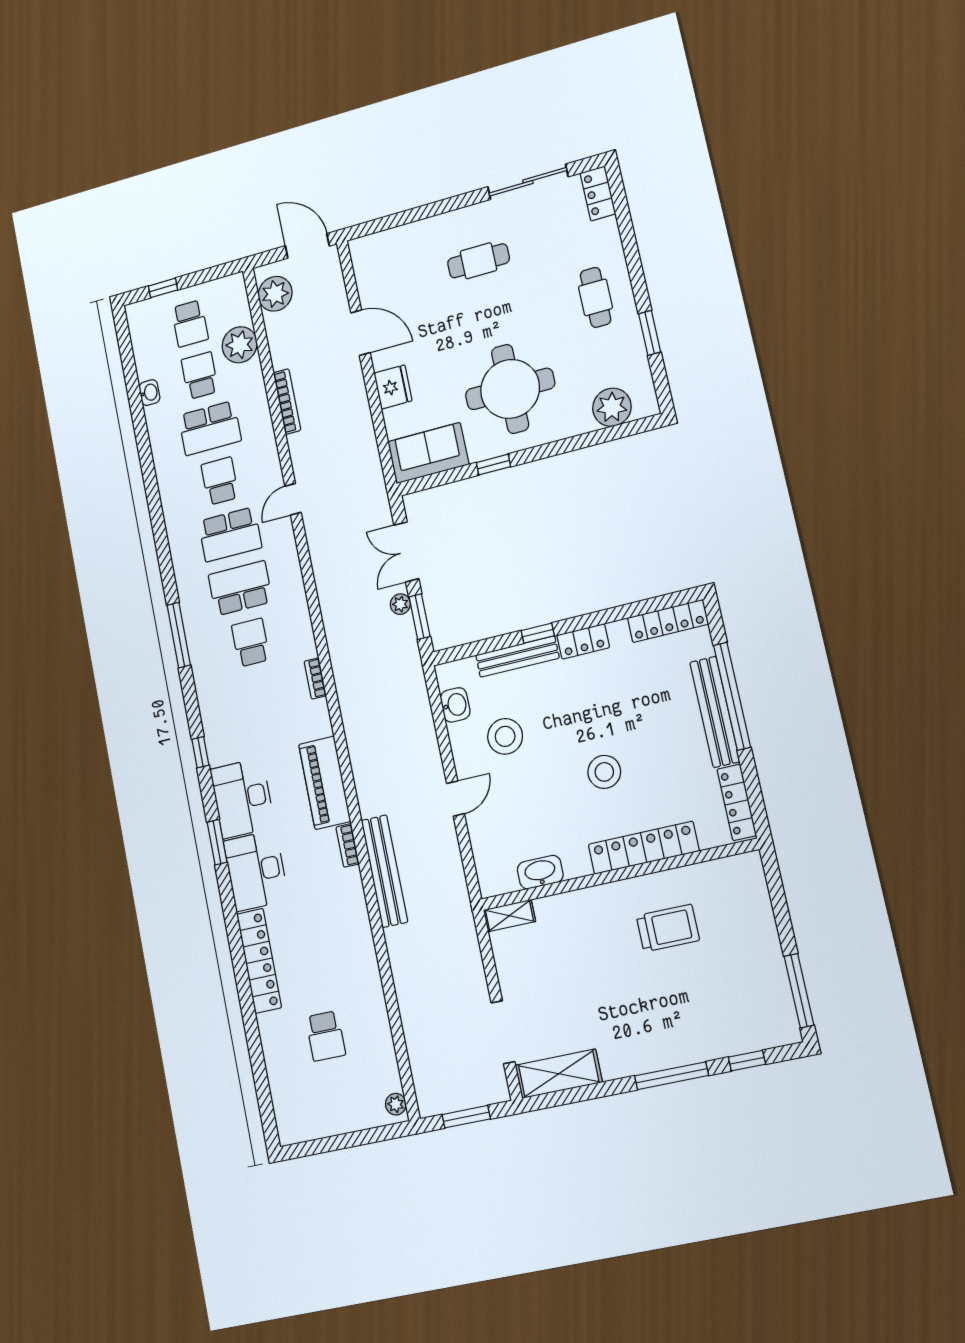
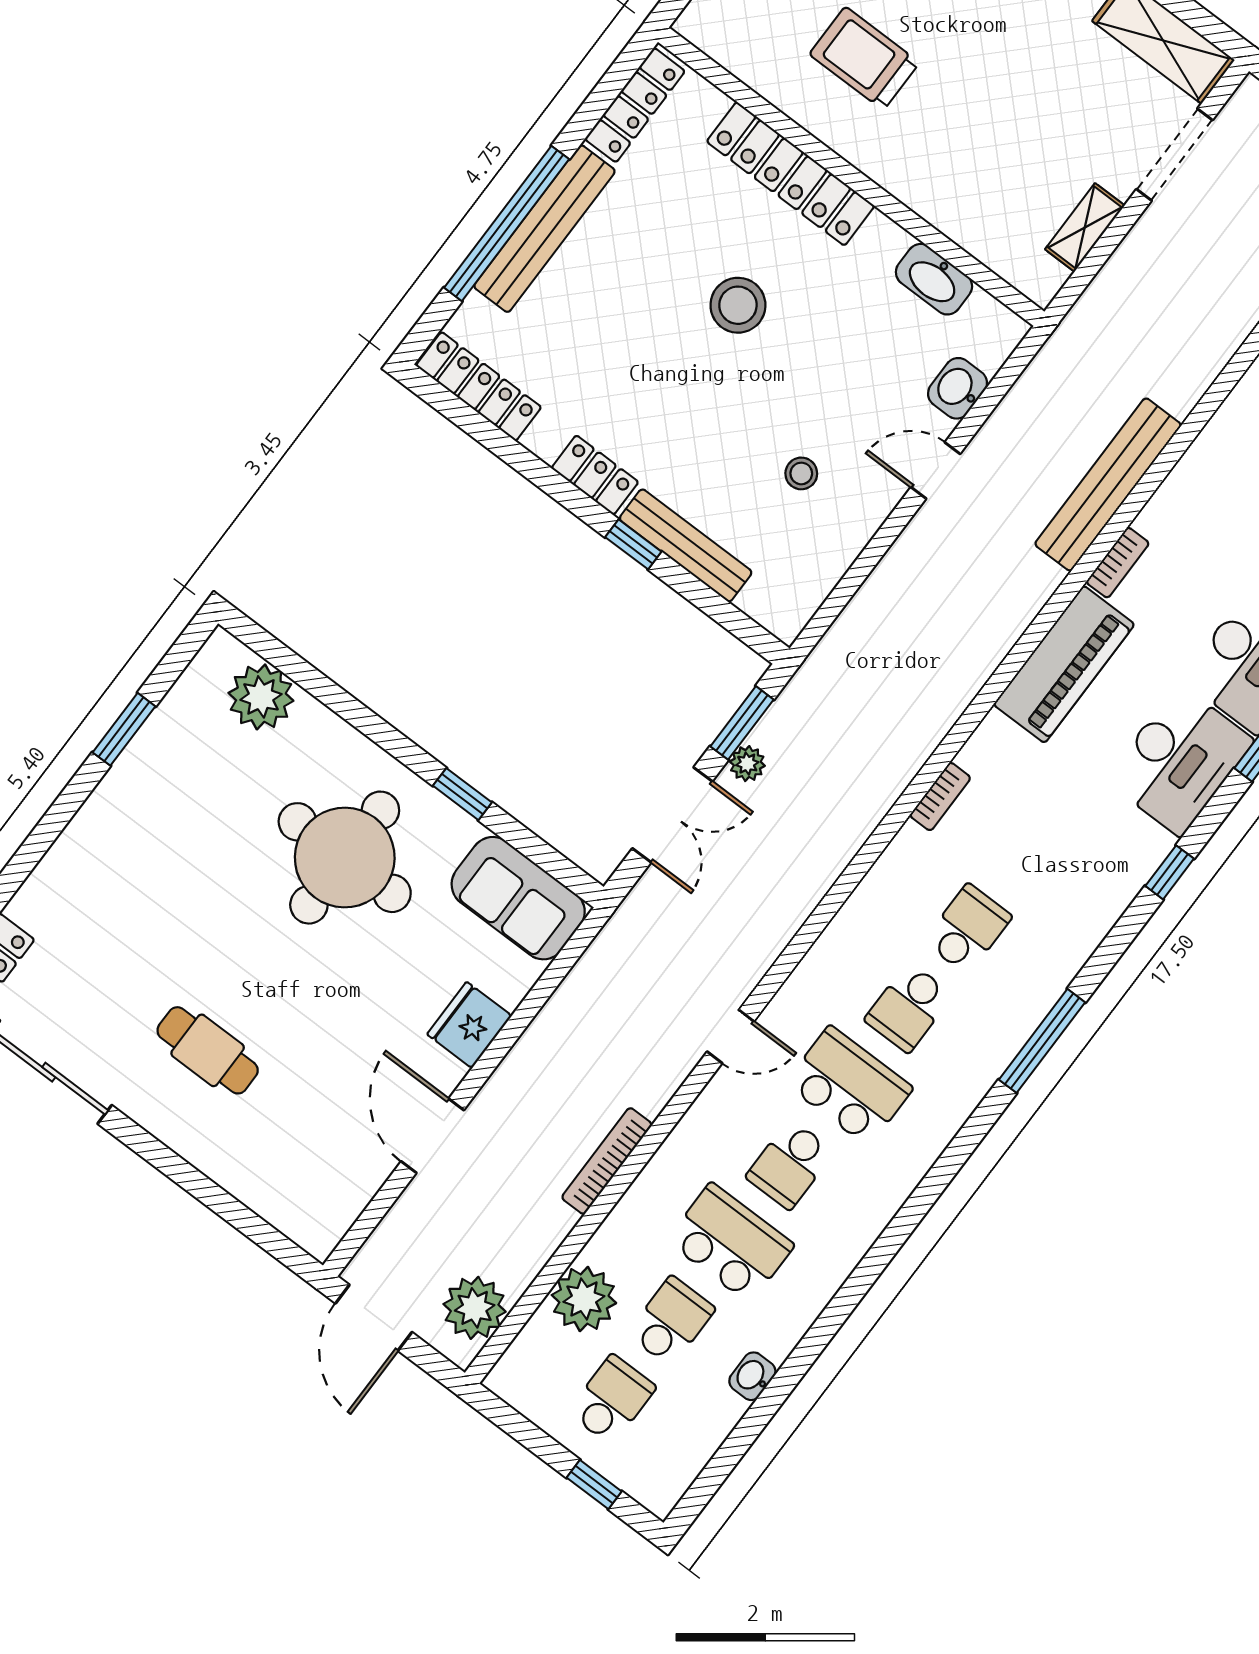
cafe table: (596, 297) -> (133, 844), removed
school desk: (200, 376) -> (671, 1321), turned 180
school desk: (240, 588) -> (908, 1007), width x0.54
school desk: (251, 643) -> (968, 929), turned 180
washbasin: (455, 705) -> (958, 388), moved
stool: (505, 736) -> (801, 473), width x0.53, depth x0.53
shelving: (509, 916) -> (1085, 227), moved, turned 90

